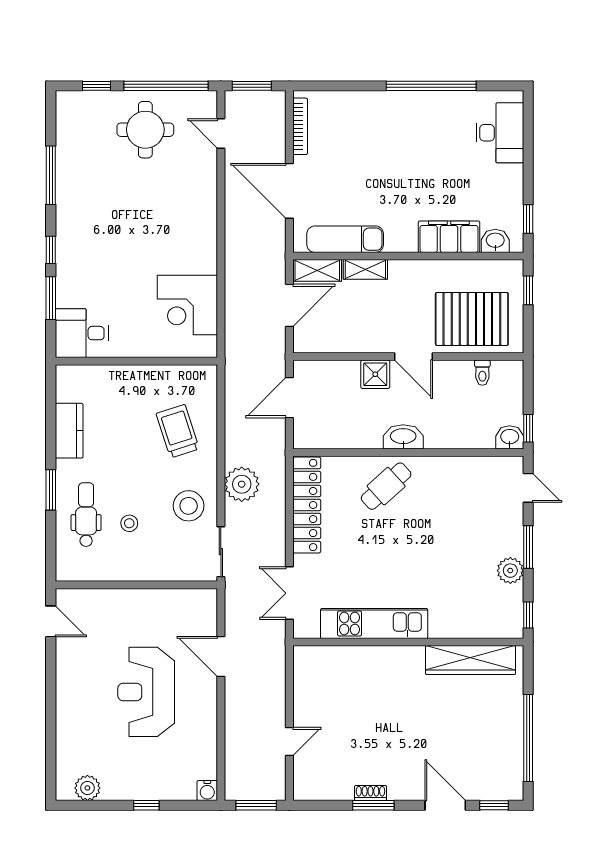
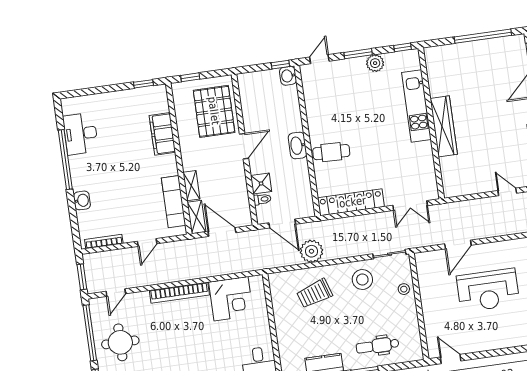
desk: (500, 133) -> (81, 134), moved, turned -90
door: (289, 191) -> (147, 243), width x0.53
bookcase: (207, 229) -> (179, 293), added
washbasin: (495, 241) -> (82, 200), moved, turned 180
toilet: (482, 373) -> (262, 199), moved
shower: (375, 374) -> (261, 183), moved
plant: (242, 484) -> (312, 251), moved
cafe table: (386, 486) -> (331, 152), turned -46
stool: (129, 523) -> (404, 289), moved
door: (51, 621) -> (451, 359), hinge flipped
kitchen unit: (374, 623) -> (416, 106), moved
wardrobe: (470, 660) -> (444, 126), moved

